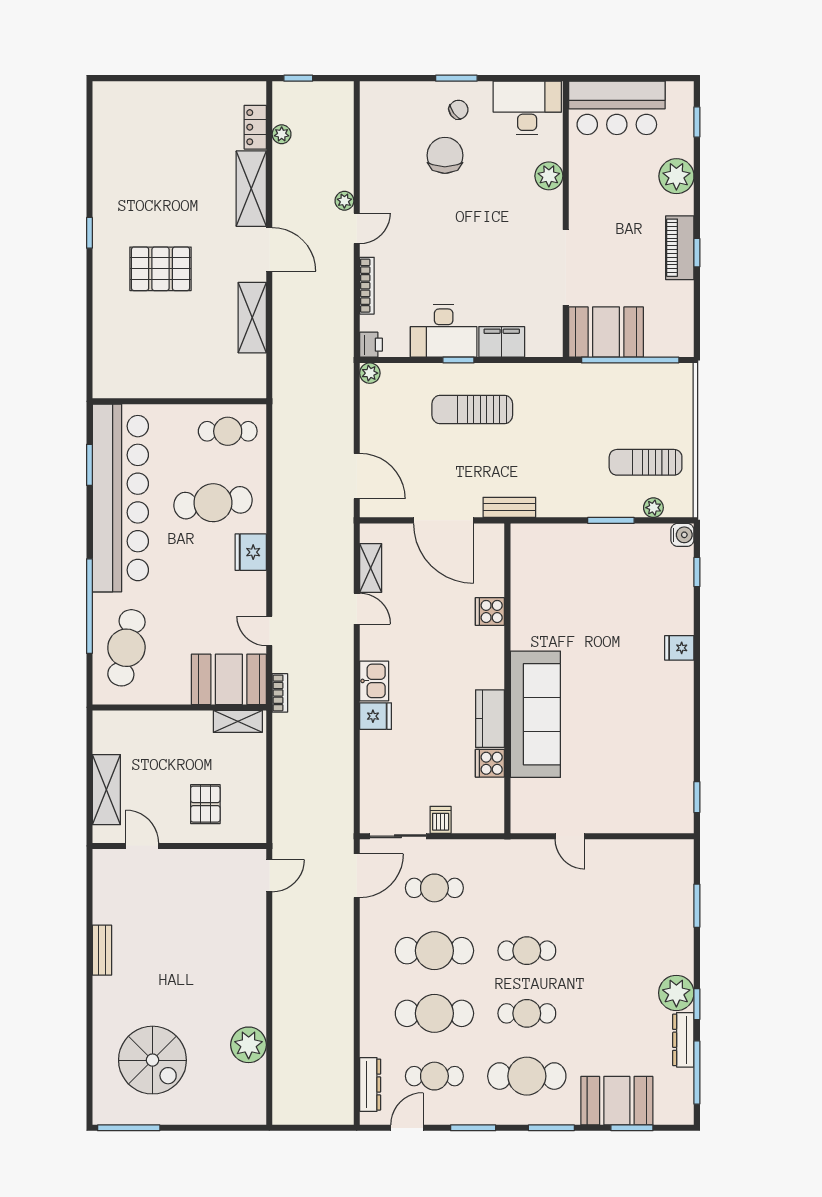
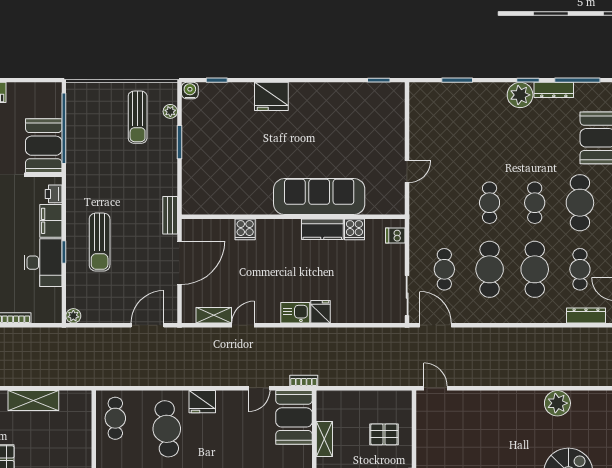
printer: (371, 345) -> (54, 194), moved, turned -90
fridge: (679, 648) -> (271, 96), width x1.88, depth x1.34
shelving: (238, 721) -> (324, 439), moved
dishwasher: (441, 820) -> (395, 235), moved

